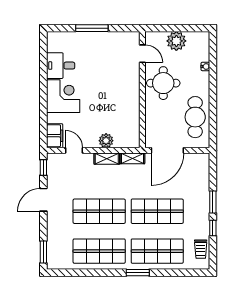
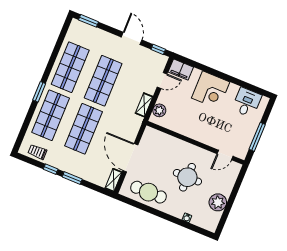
door: (142, 54) -> (225, 155), moved
desk: (61, 66) -> (247, 102), moved
wall: (142, 90) -> (195, 143), moved
shelving: (132, 158) -> (113, 180), moved

